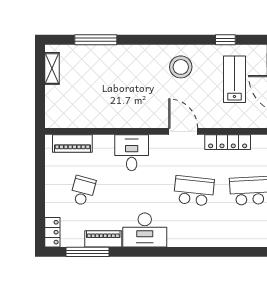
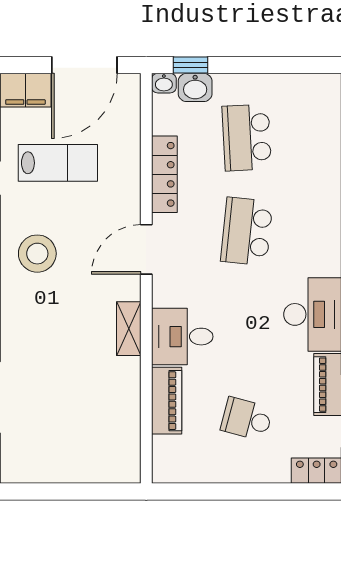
shelving: (52, 68) -> (129, 329), moved, turned 90
lab bench: (234, 79) -> (58, 163), turned 180
piano: (72, 143) -> (167, 401), moved

